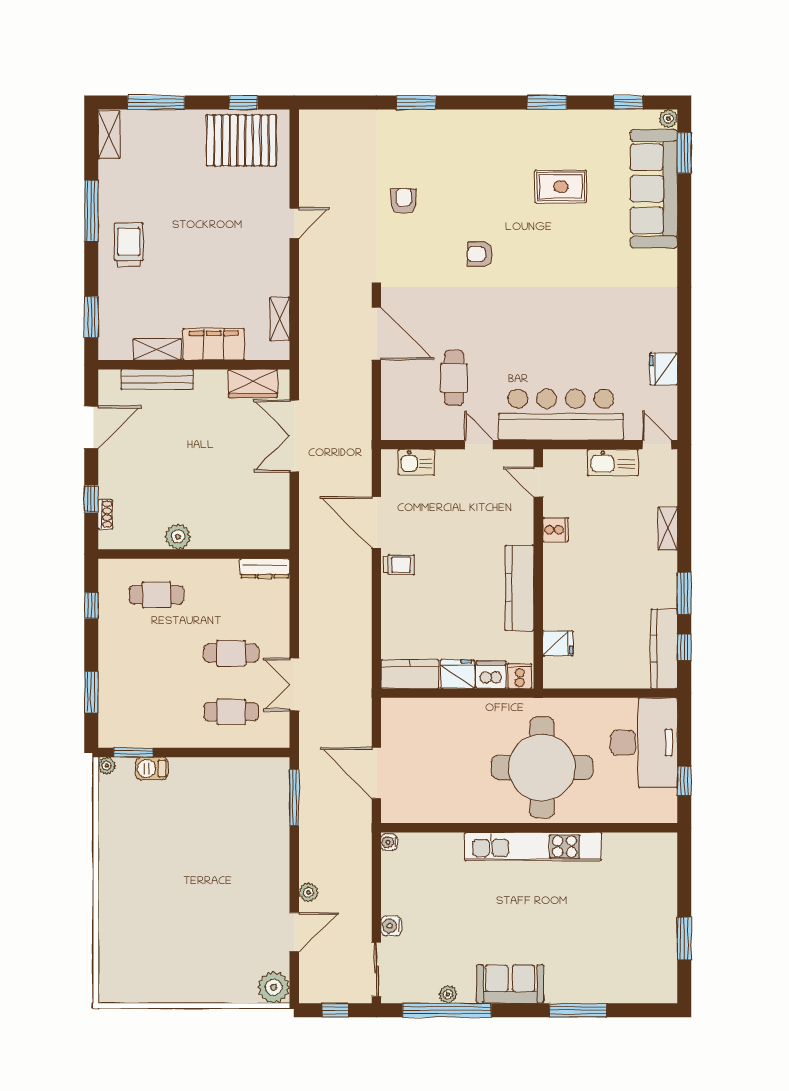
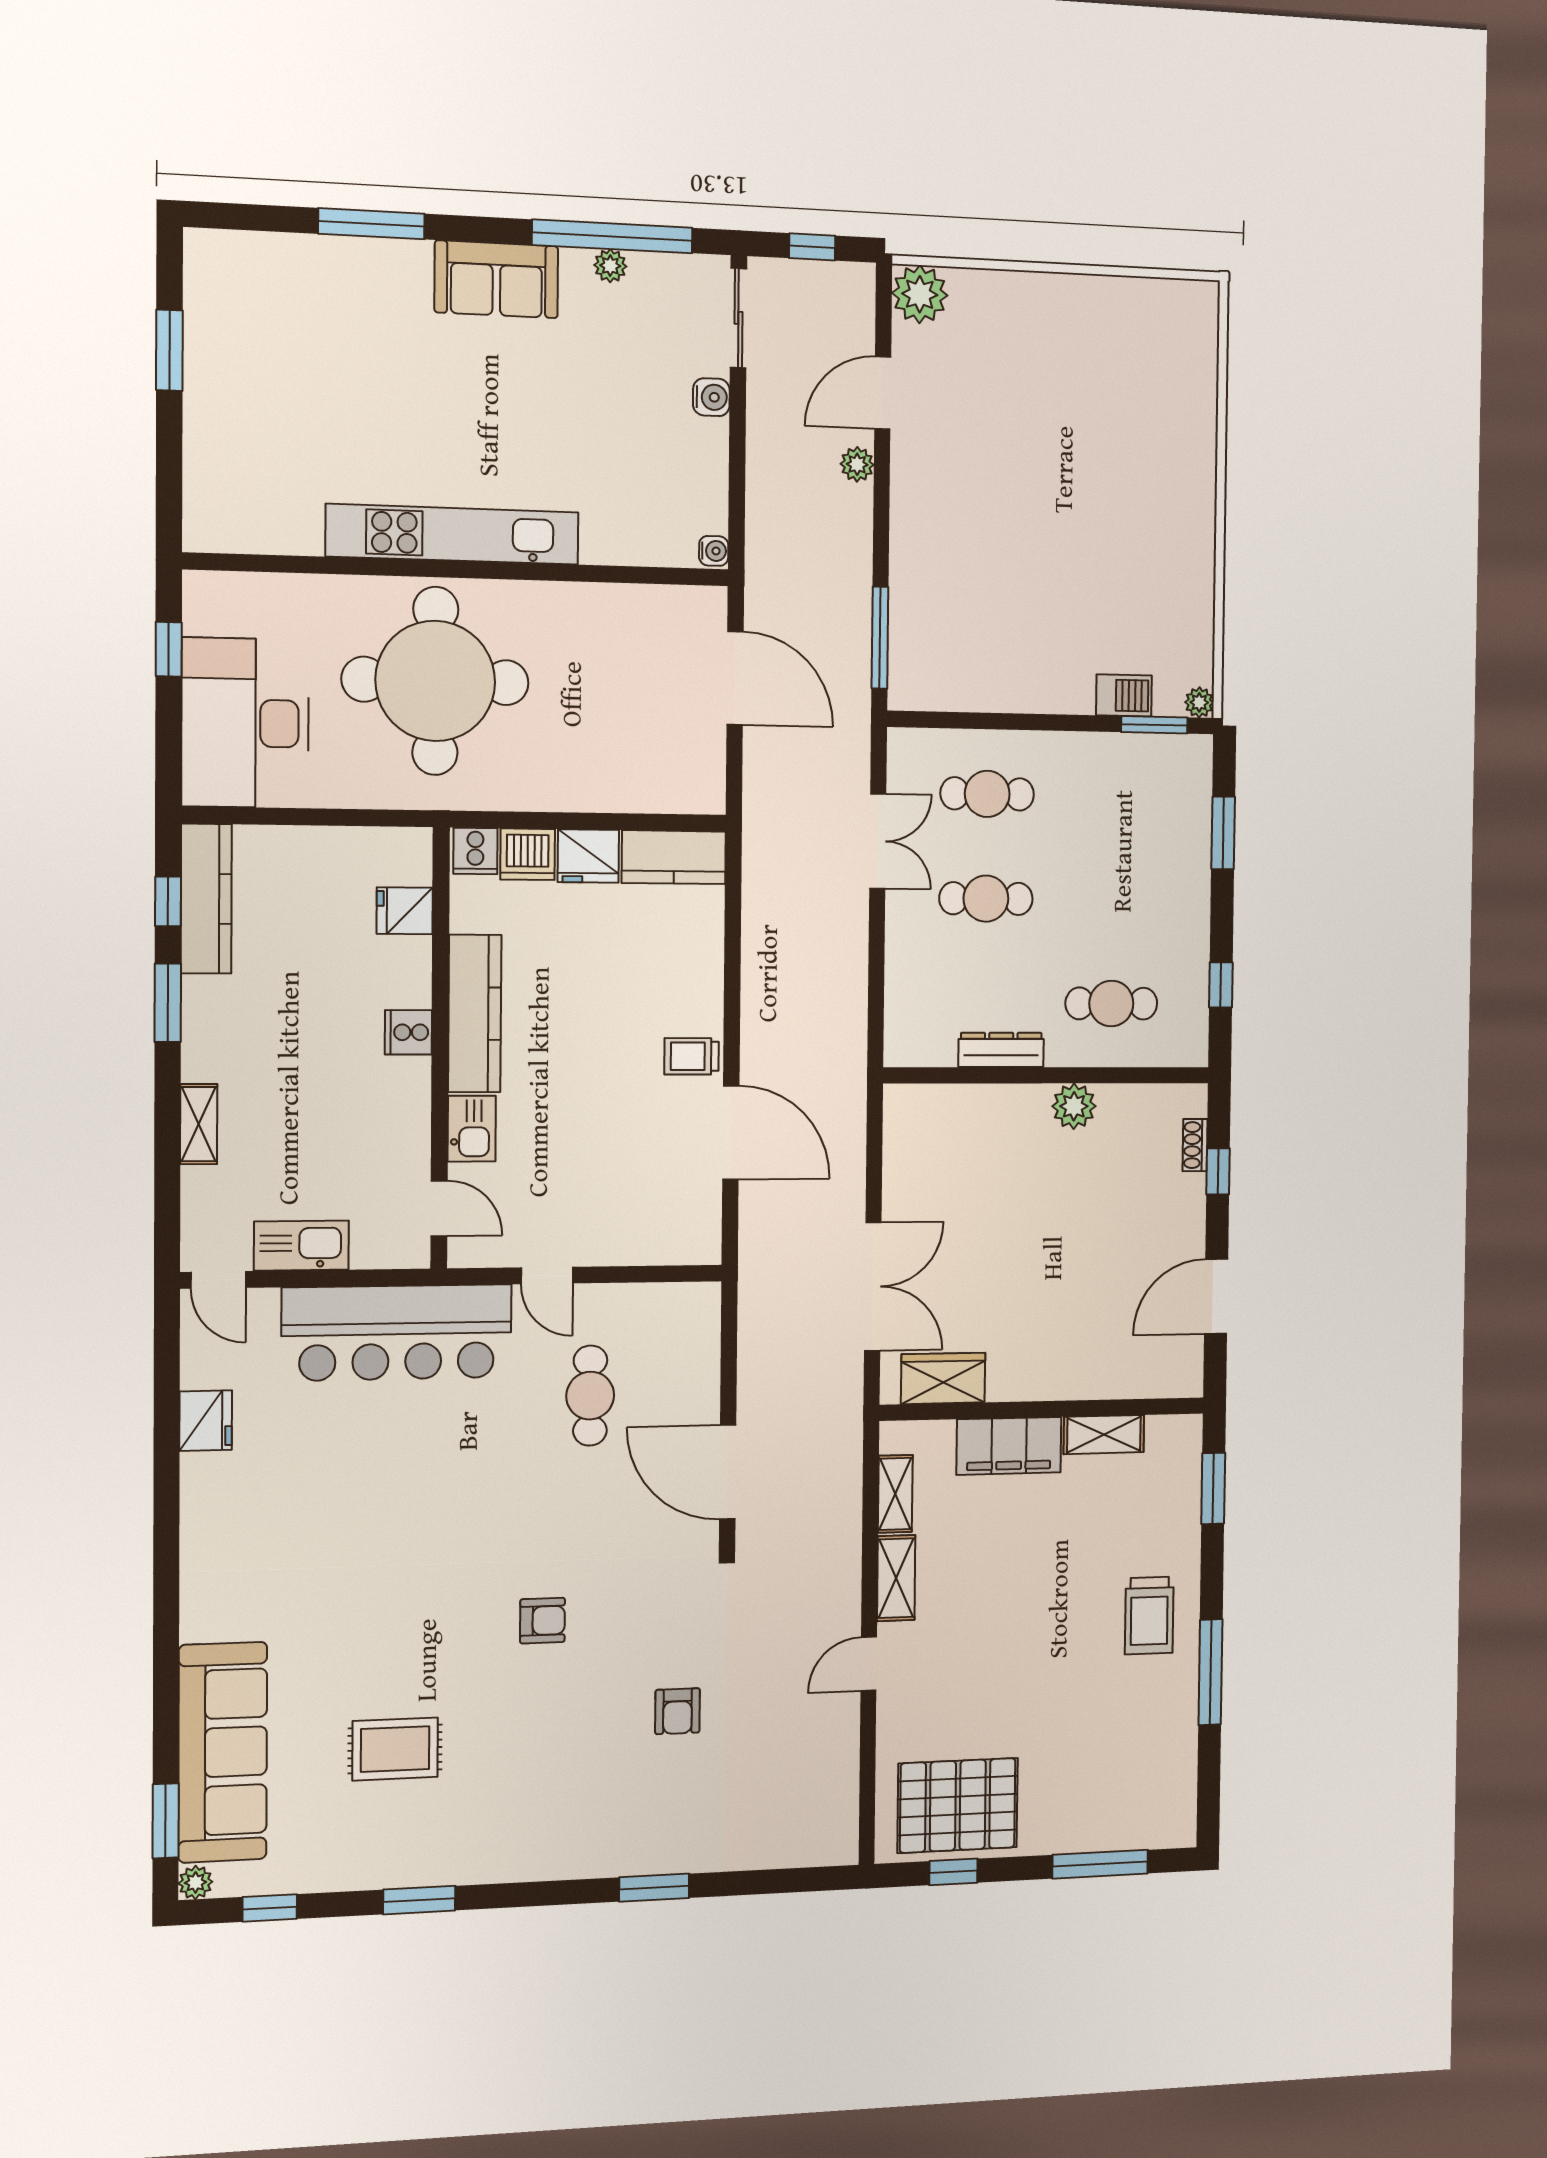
shelving: (109, 135) -> (896, 1578), moved
bench: (157, 379) -> (1105, 1382), removed
kitchen sink: (416, 462) -> (472, 1129), moved, turned 90
cooker: (556, 530) -> (408, 1032), moved
dresser: (265, 568) -> (1001, 1050), moved

